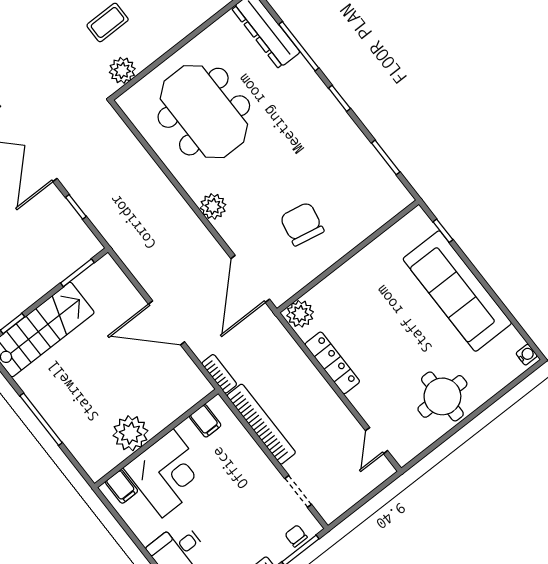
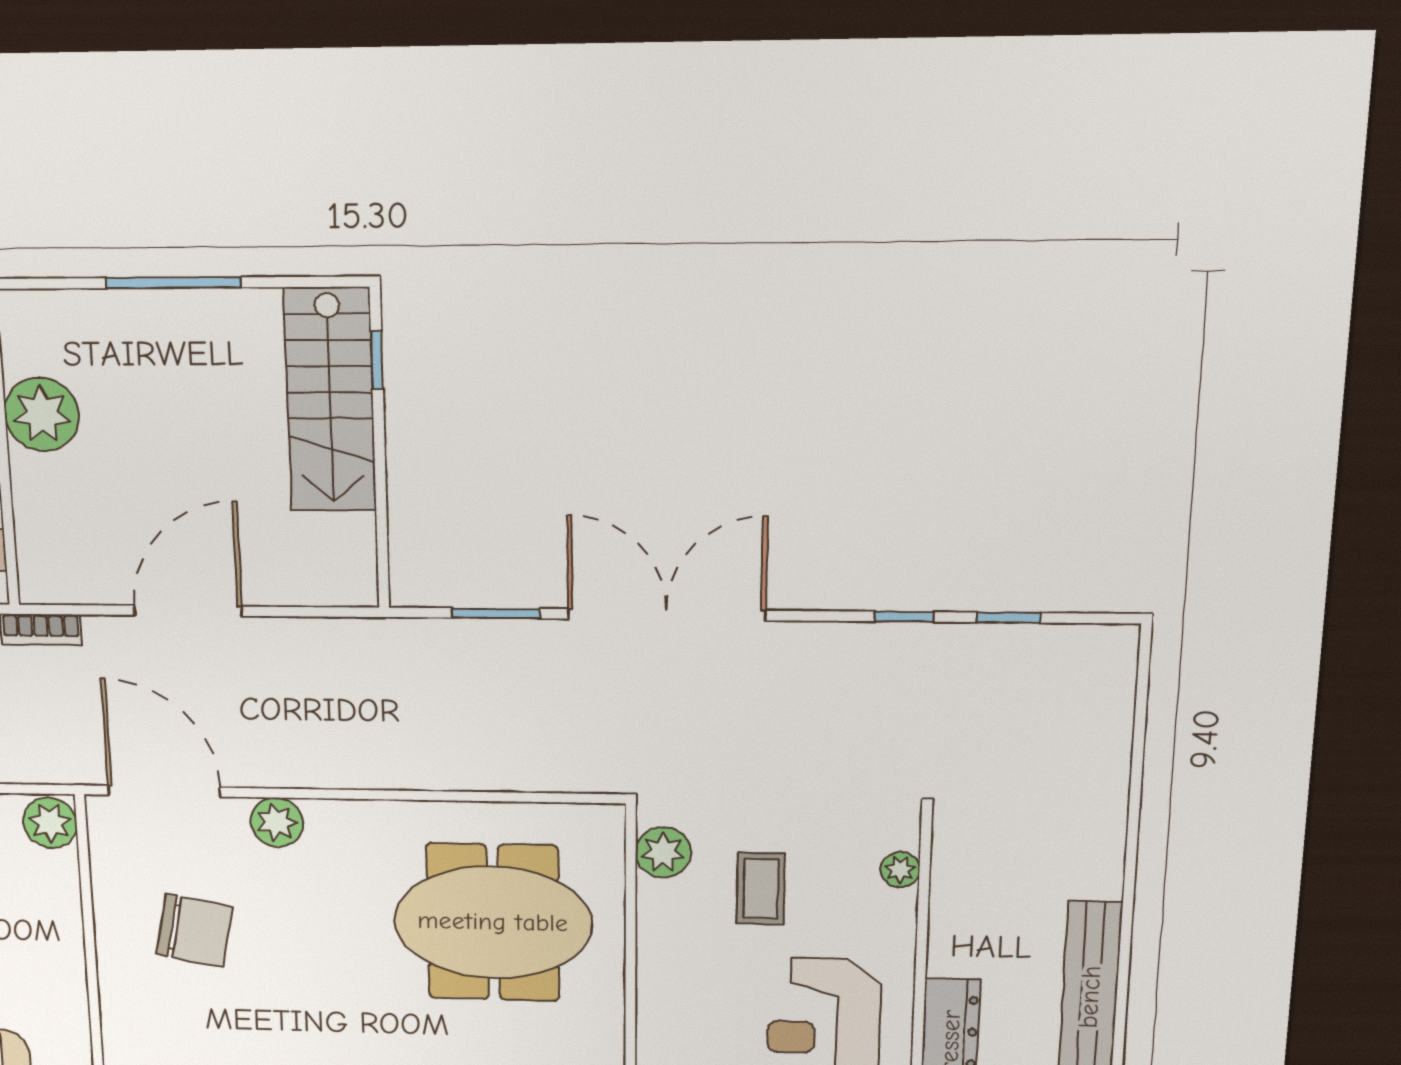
plant: (213, 206) -> (277, 822), moved
window: (76, 207) -> (496, 613), width x1.50
window: (77, 273) -> (382, 532), removed

